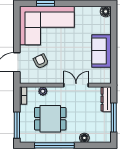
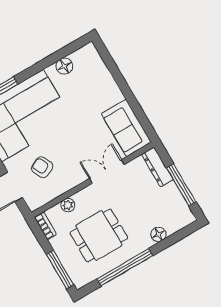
floor lamp: (106, 11) -> (64, 66), moved
sofa: (101, 51) -> (126, 128), moved

